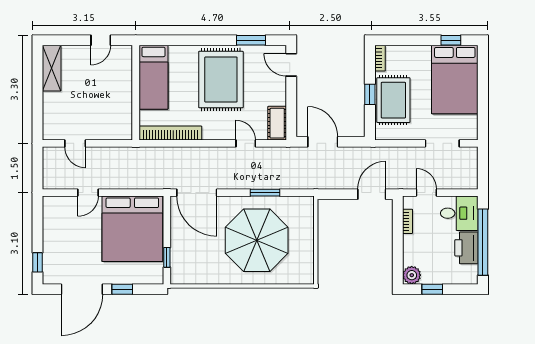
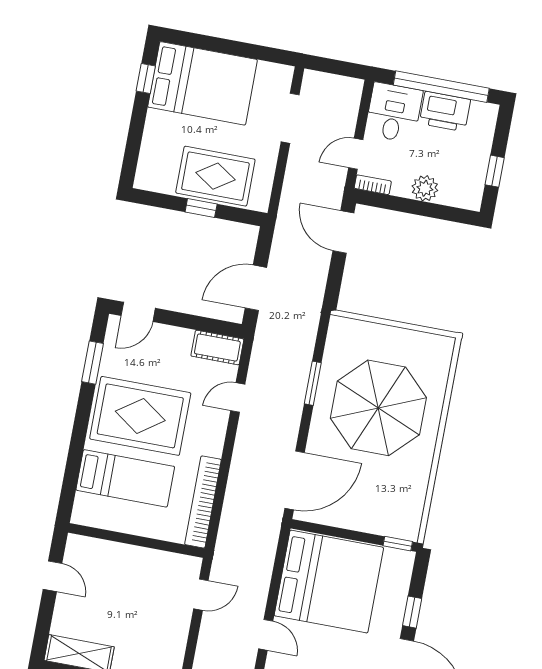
bookcase: (380, 58) -> (152, 184), removed
bed: (153, 77) -> (125, 478), moved
door: (75, 143) -> (201, 595), moved
bookcase: (408, 221) -> (373, 185), moved
window: (167, 257) -> (398, 544), moved
plant: (412, 275) -> (425, 188), moved

